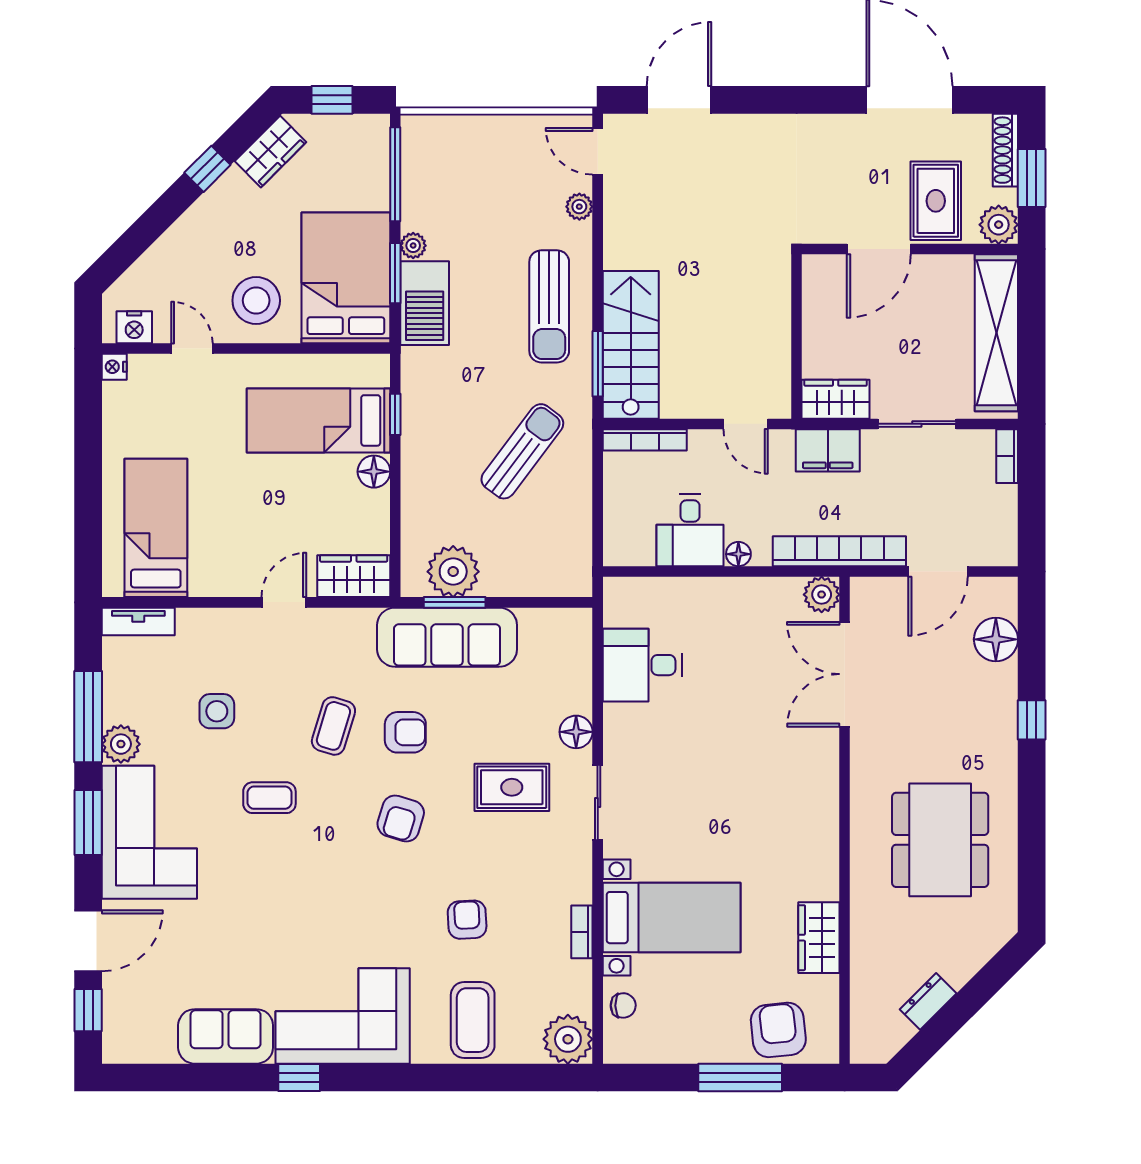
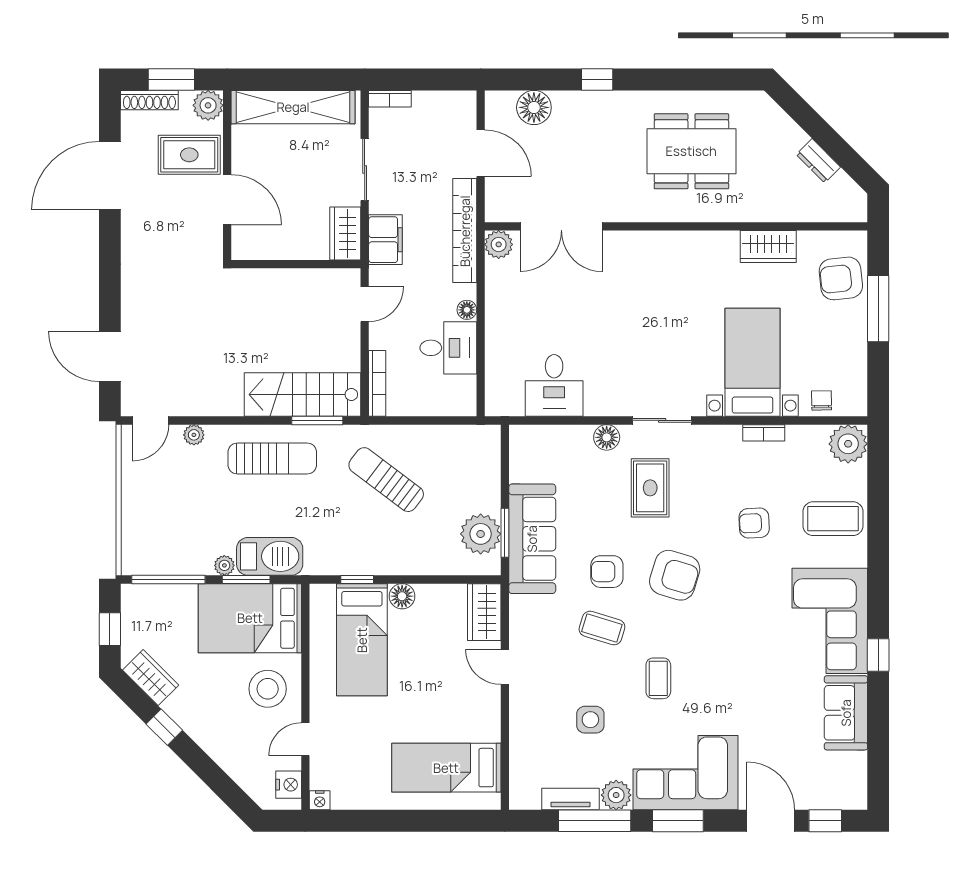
tv unit: (138, 621) -> (570, 799), moved, turned -90
armchair: (405, 732) -> (607, 572), turned -90
armchair: (401, 818) -> (675, 575), width x1.38, depth x1.38

